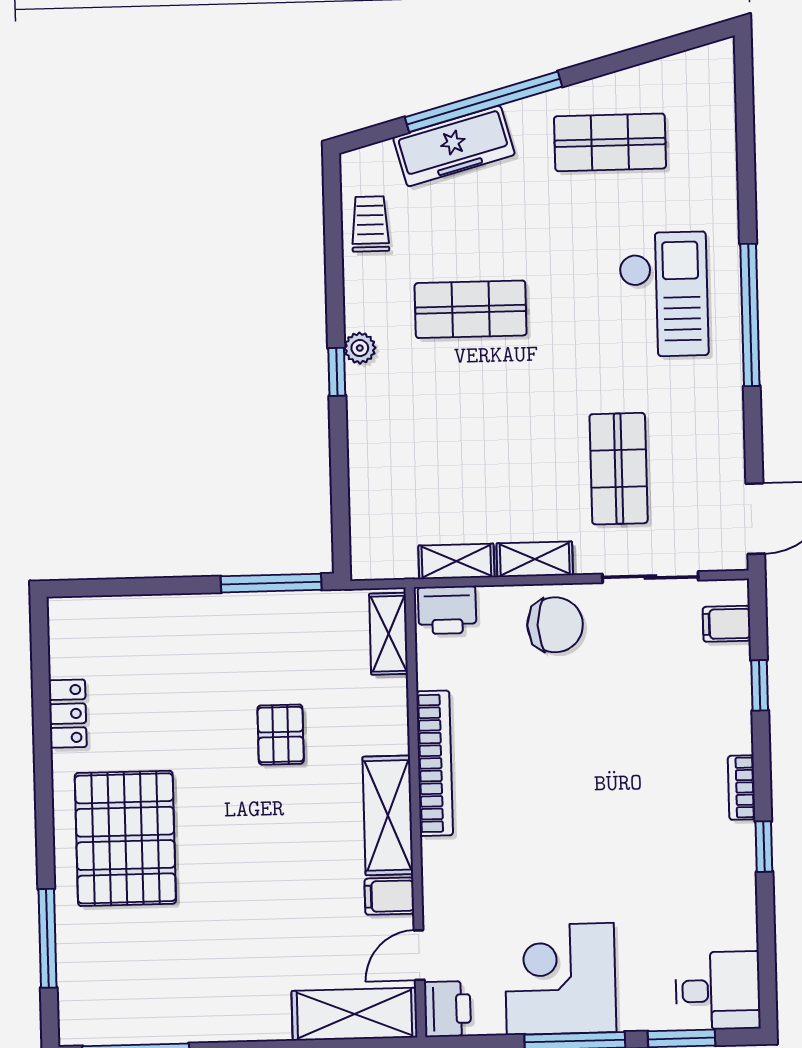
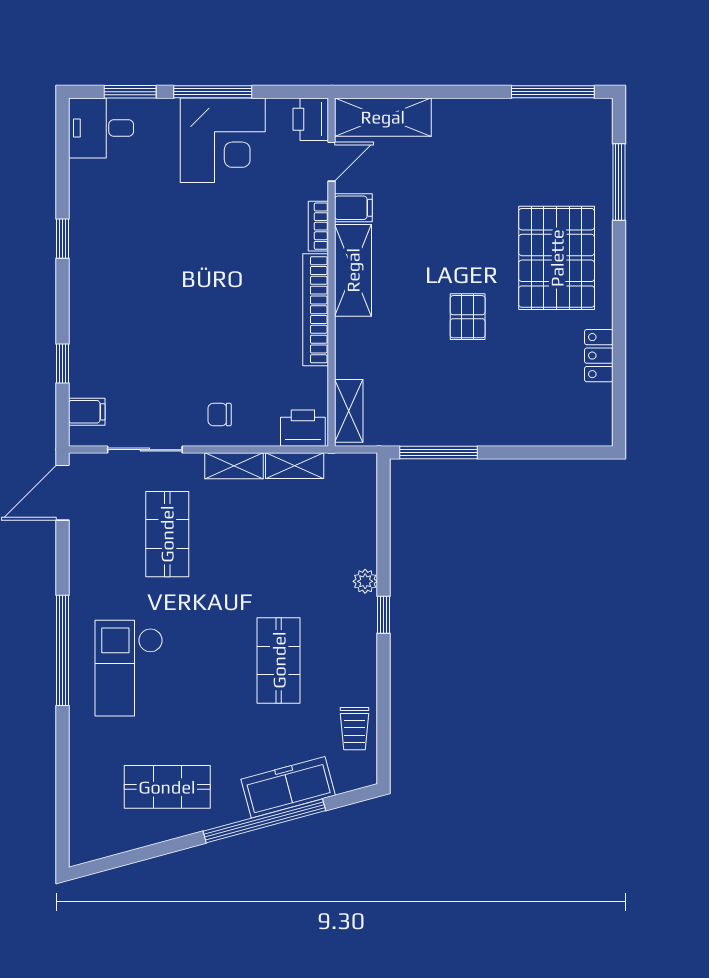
shop shelf: (471, 309) -> (279, 660), turned 90
plant: (360, 348) -> (365, 581), moved
chair: (555, 625) -> (220, 415), width x0.54, depth x0.54
pallet: (281, 735) -> (468, 317), moved
bookcase: (742, 788) -> (318, 226), moved, turned 180

